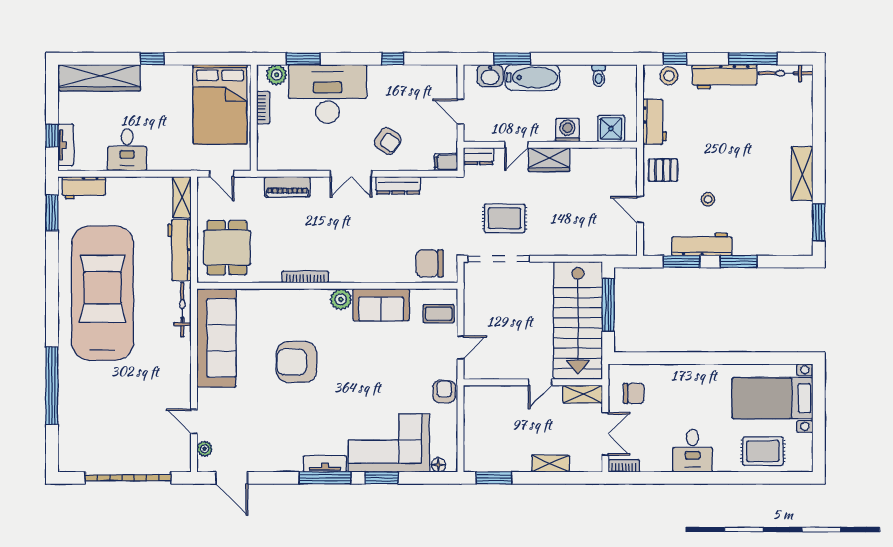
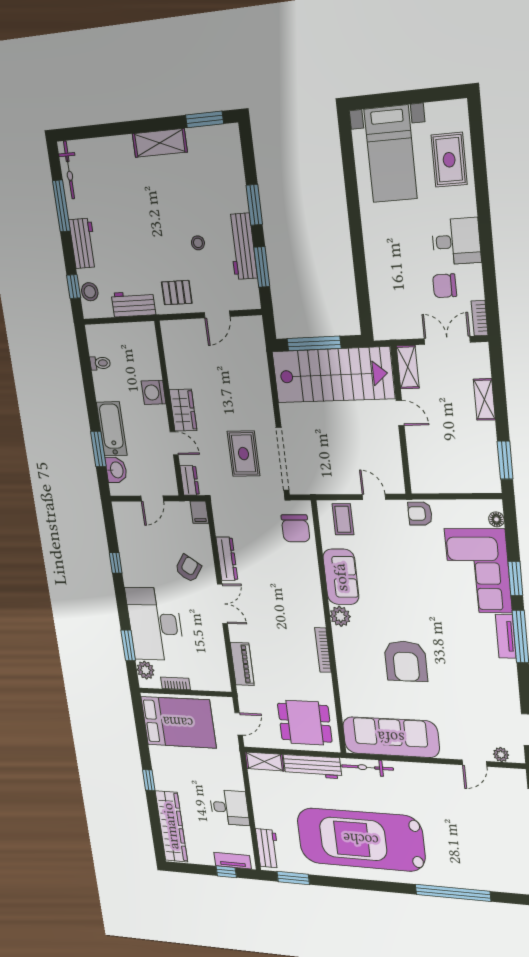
workbench: (725, 77) -> (83, 243), width x0.73
shower: (611, 129) -> (146, 348), removed
pallet: (663, 170) -> (177, 293), turned 90
chair: (634, 393) -> (445, 286), moved, turned -90

